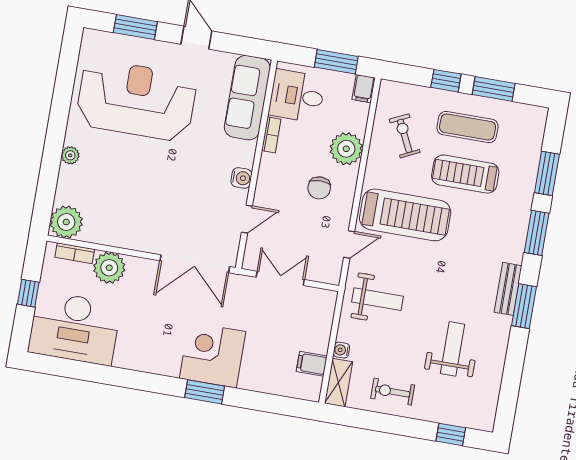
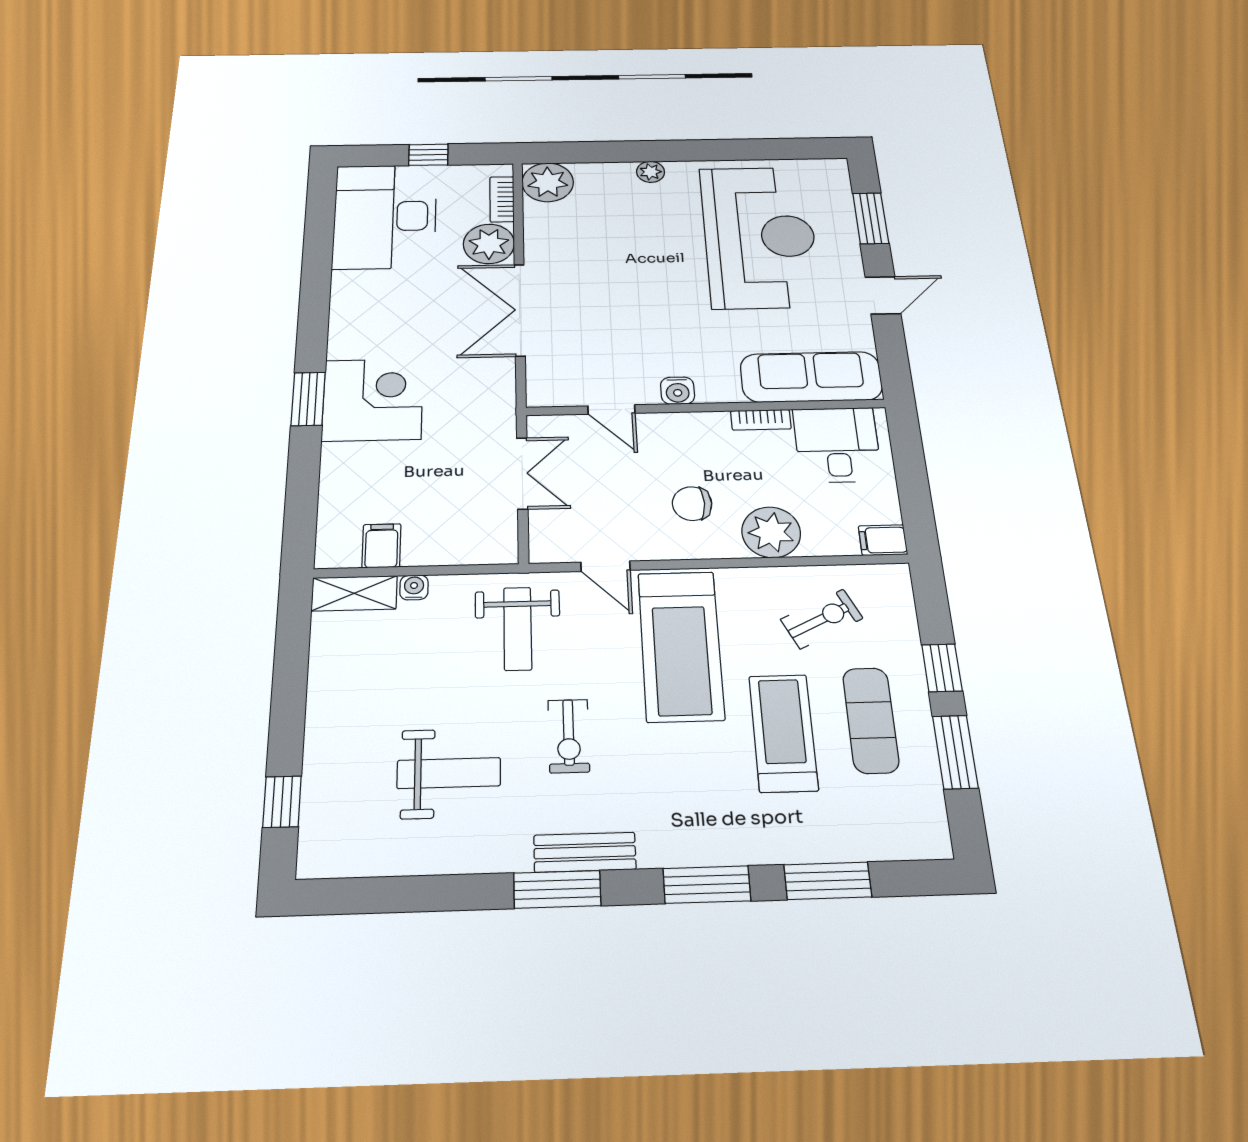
window: (336, 62) -> (914, 491), removed
double door: (195, 264) -> (520, 310), moved
exercise bike: (393, 392) -> (569, 736), moved, turned 180

